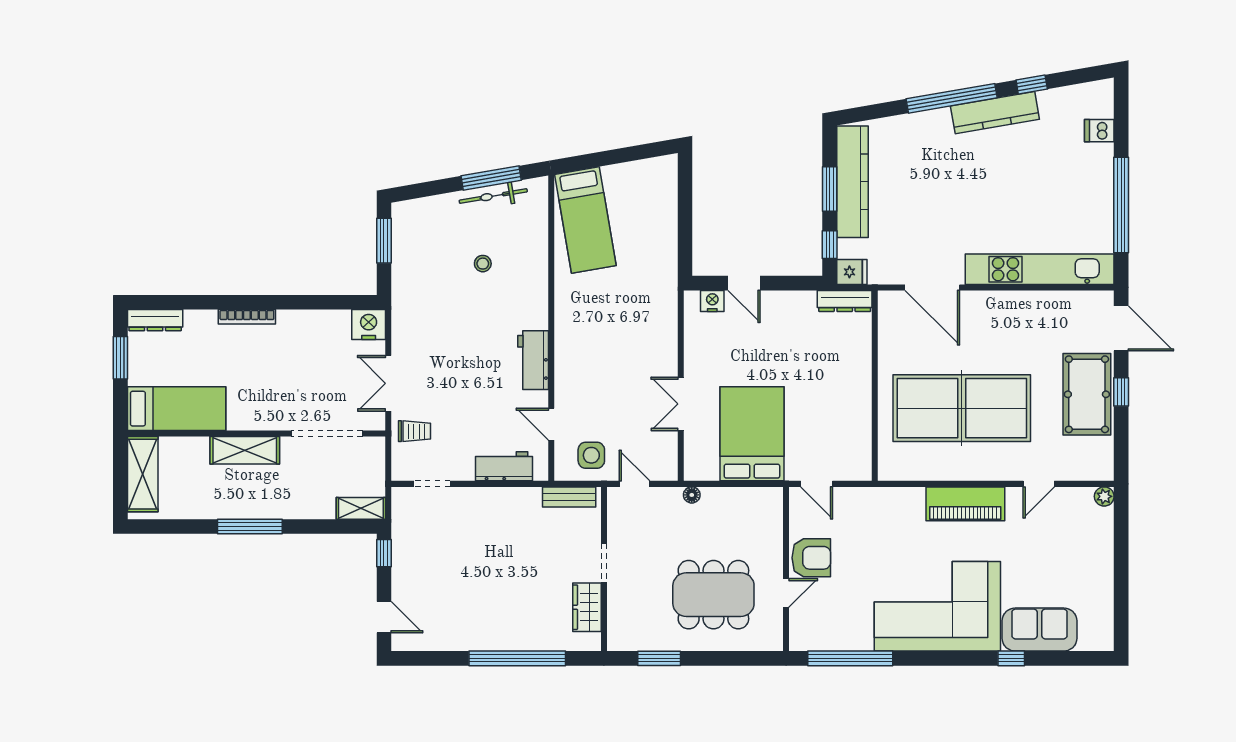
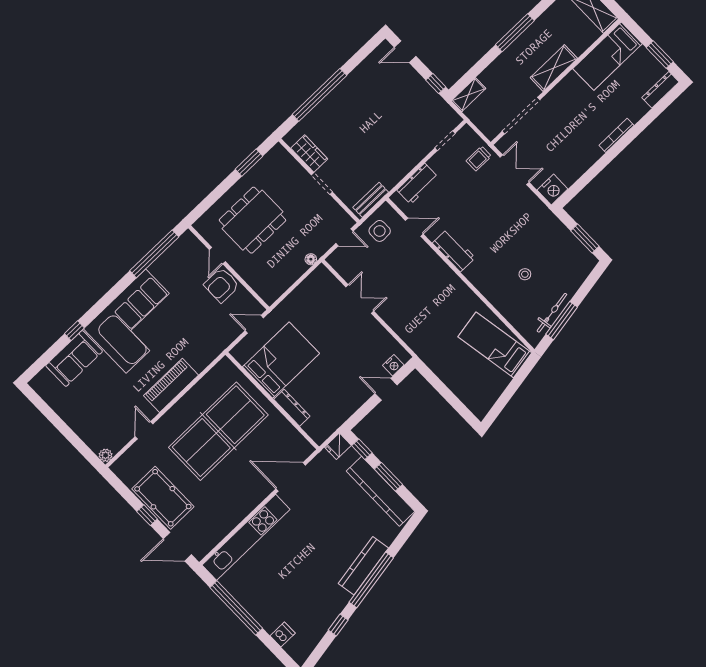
kitchen counter: (995, 113) -> (363, 566), moved
dresser: (845, 301) -> (292, 408), moved, turned 90
bed: (752, 434) -> (281, 360), moved, turned -90

